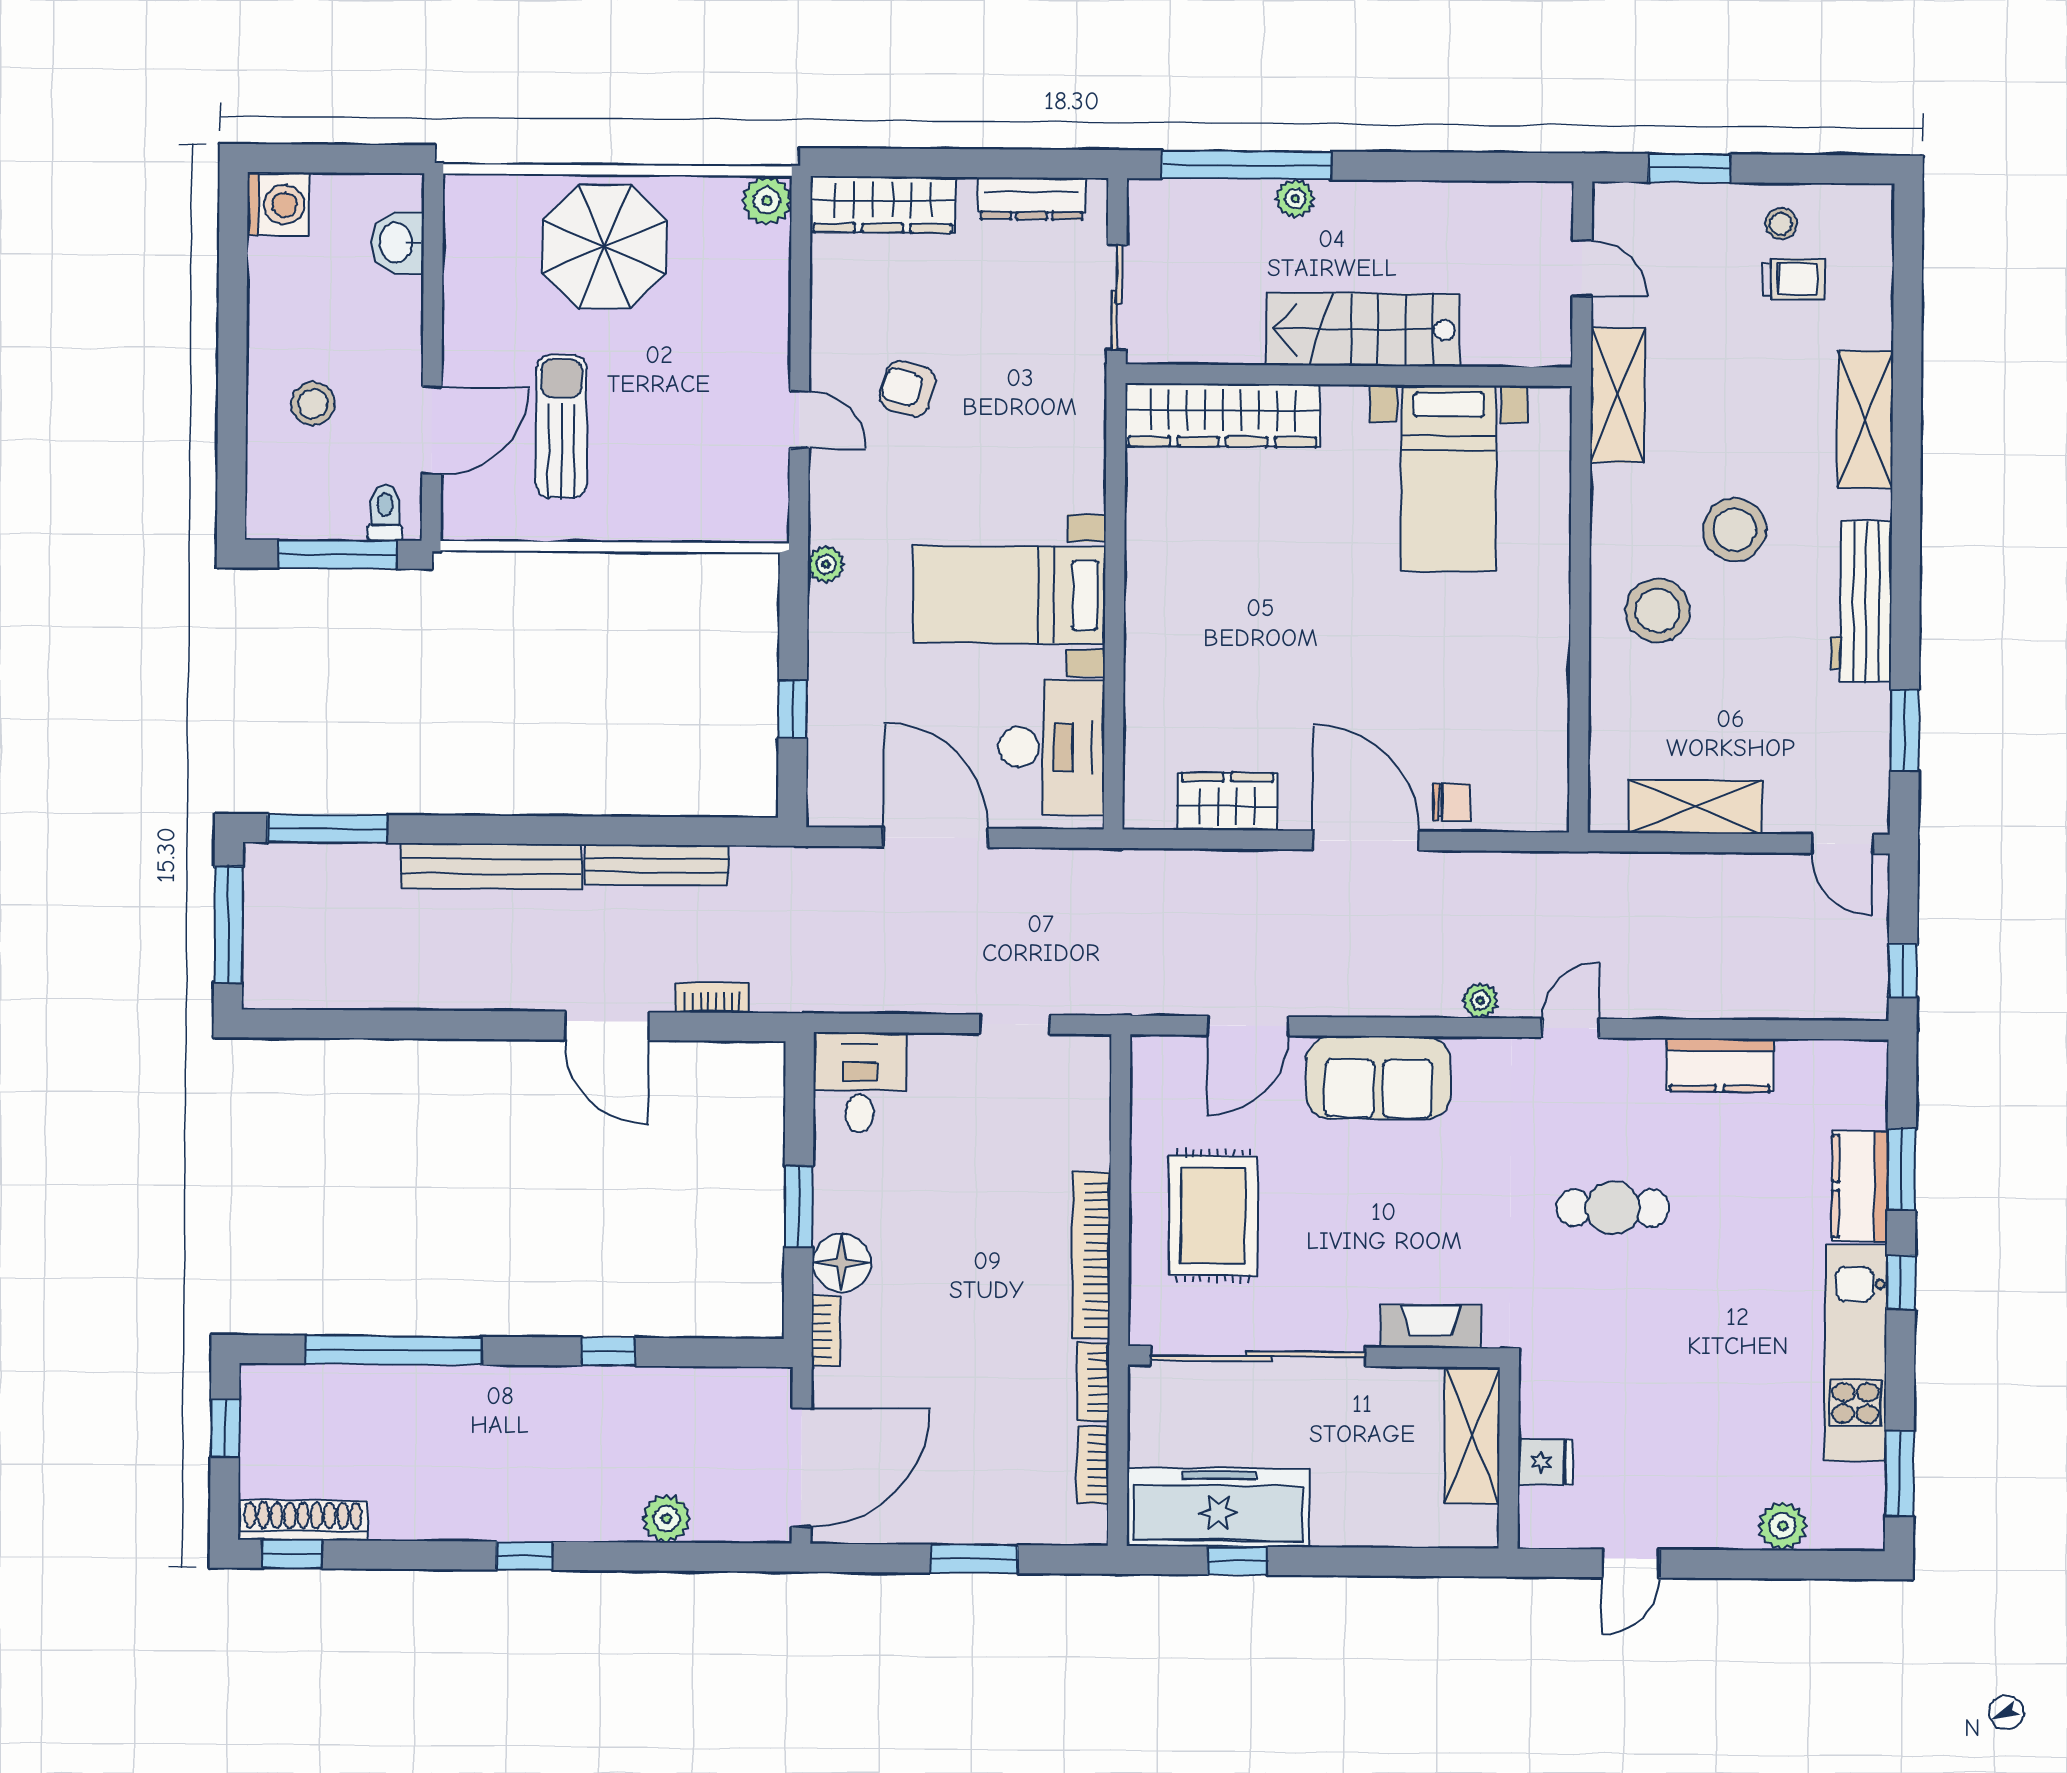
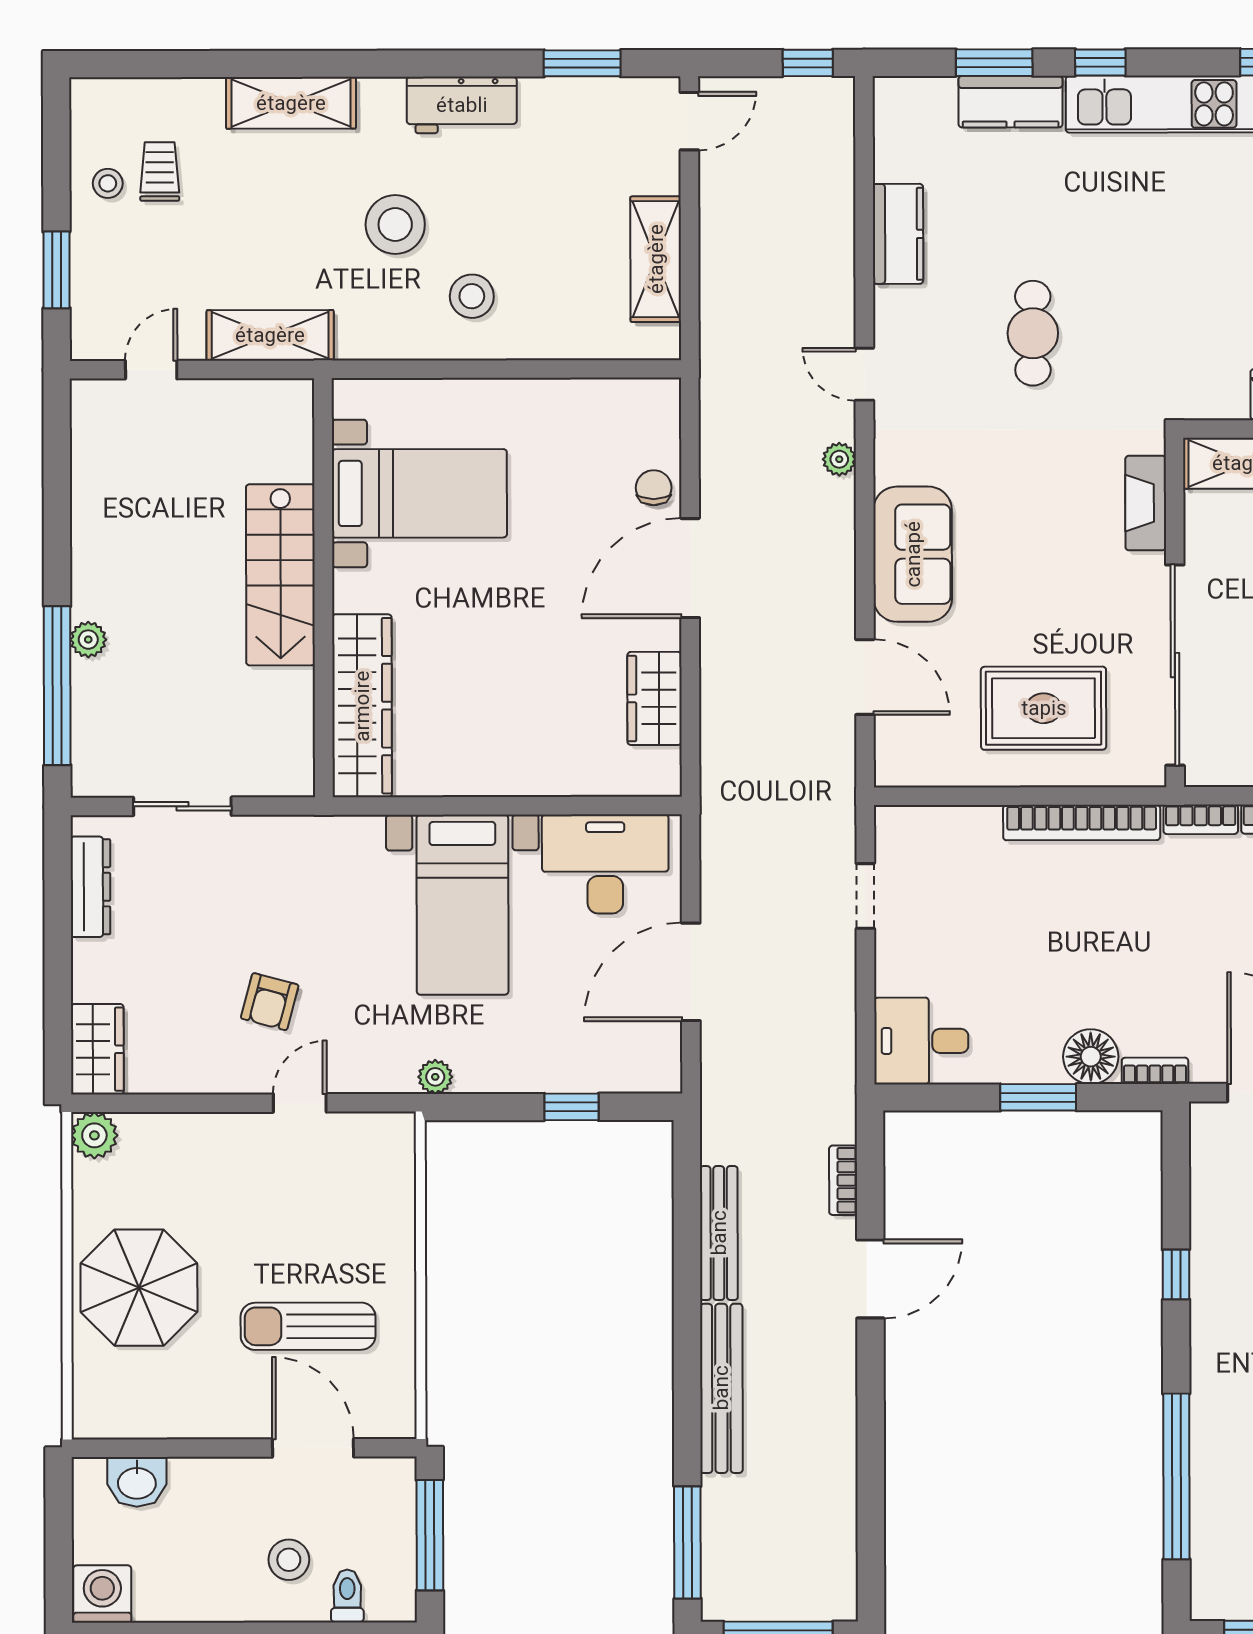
wardrobe: (883, 205) -> (97, 1049), width x0.67
stairs: (1363, 329) -> (280, 575), moved
wall: (1349, 375) -> (323, 588), moved
wardrobe: (1223, 415) -> (362, 706), moved
bed with nightstands: (1448, 478) -> (419, 493), moved
toilet: (385, 512) -> (347, 1596), moved, turned 90
workbench: (1861, 601) -> (462, 105), width x0.73
stool: (1658, 610) -> (472, 296), width x0.73, depth x0.73

